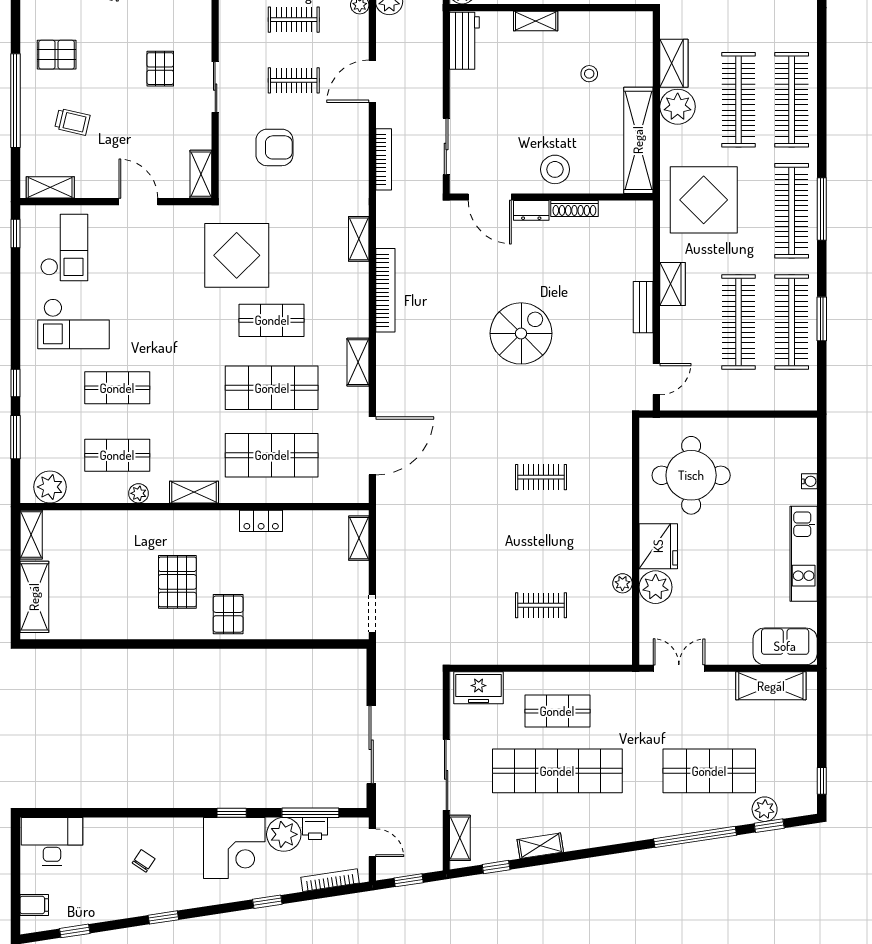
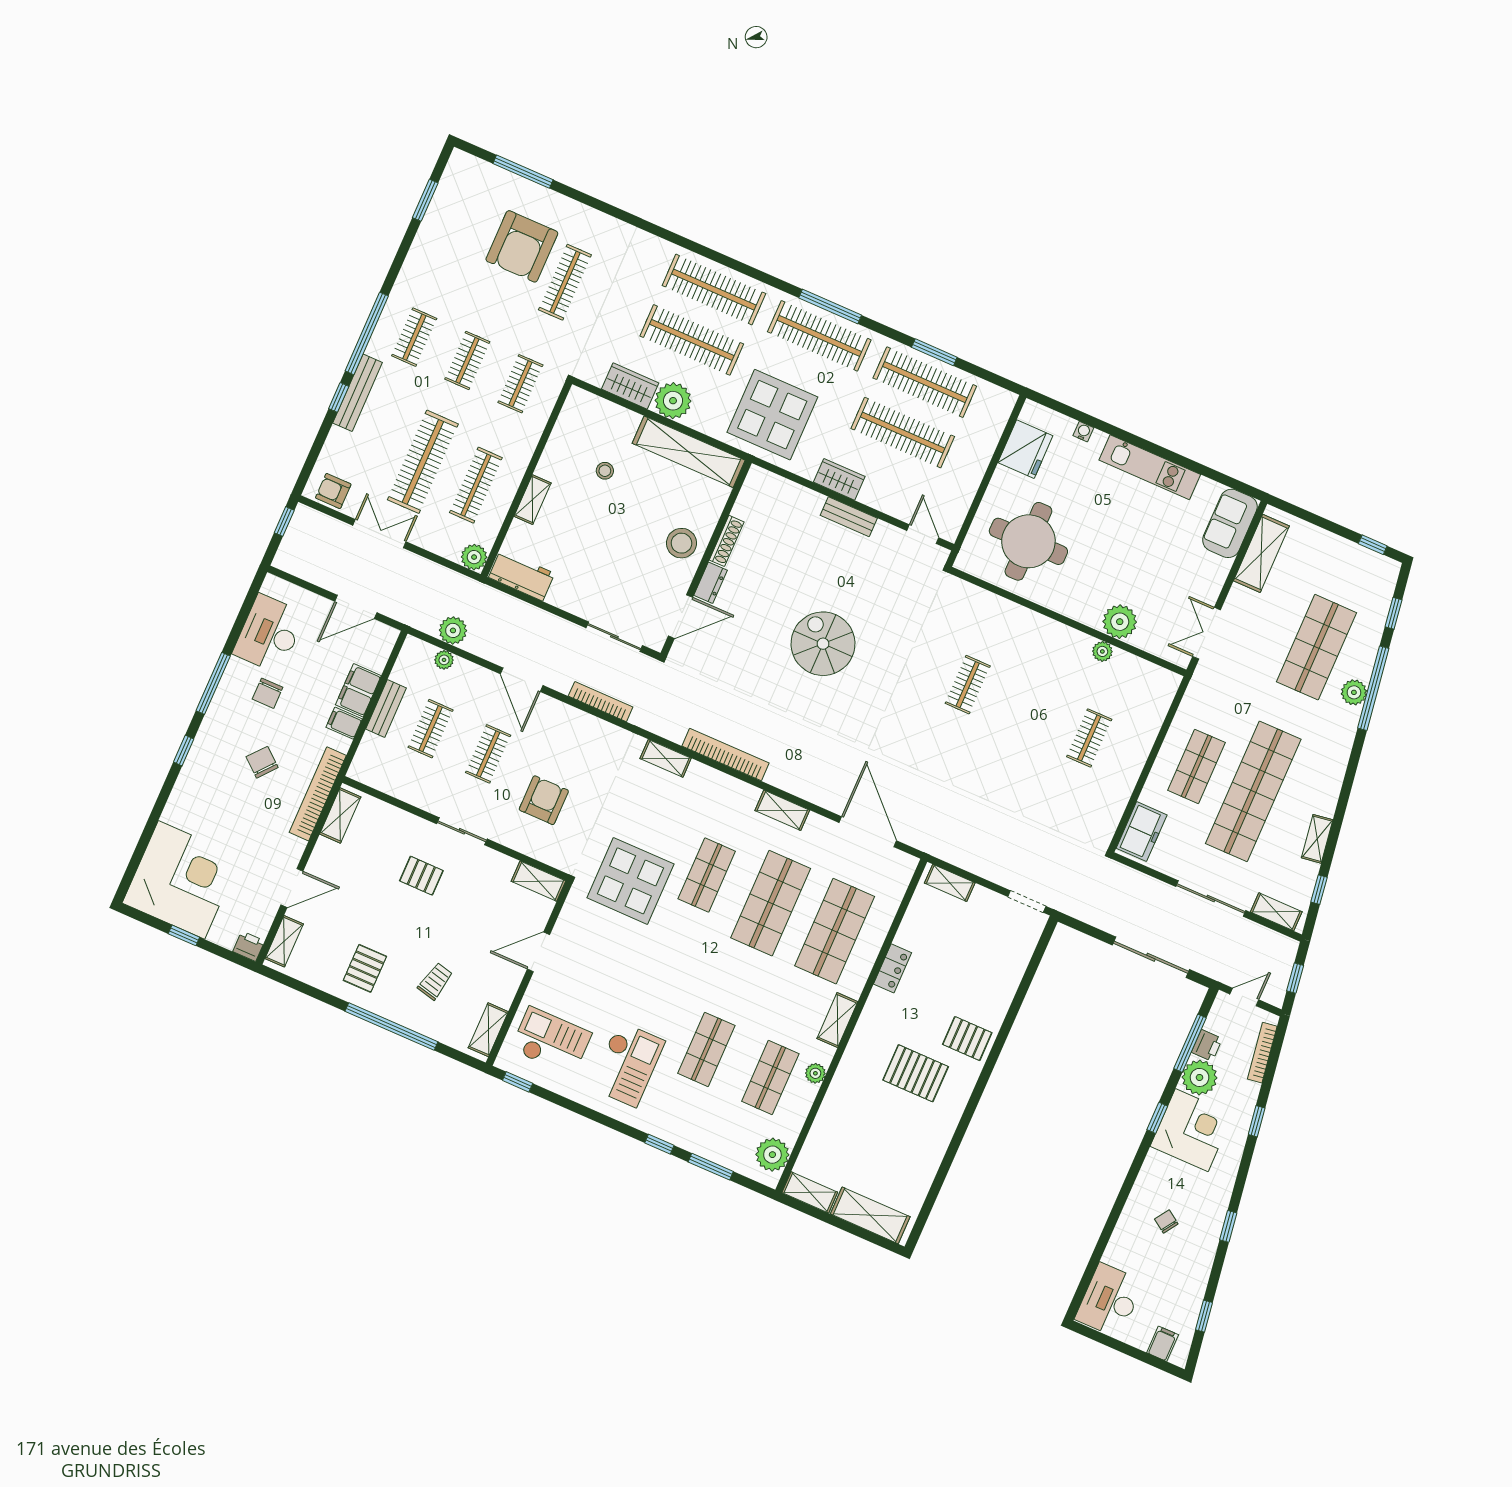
fridge: (658, 546) -> (1025, 449), moved, turned 90
plant: (765, 809) -> (1354, 692), moved

